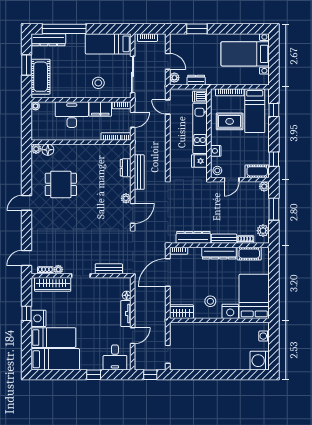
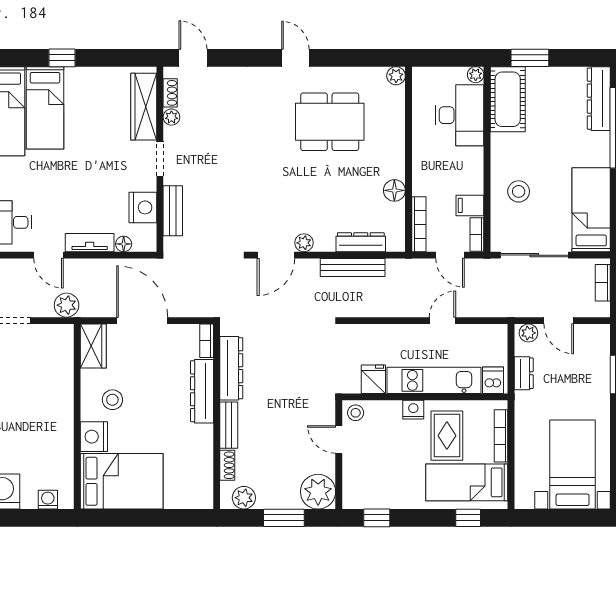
door: (168, 61) -> (559, 321), hinge flipped
window: (26, 65) -> (530, 58), moved
cot: (41, 77) -> (508, 99), moved, turned 90
door: (168, 107) -> (443, 321), moved
filing cabinet: (100, 109) -> (470, 205), width x0.50
desk: (72, 115) -> (460, 115), moved
floor lamp: (48, 150) -> (394, 190), moved
nightstand: (216, 151) -> (413, 410), moved
dresser: (126, 168) -> (361, 242), width x1.44
cot: (257, 171) -> (354, 487), removed
dining table: (61, 184) -> (330, 122), width x1.38
plant: (264, 186) -> (318, 492), width x1.88, depth x1.88
door: (133, 213) -> (276, 255), hinge flipped
dresser: (219, 253) -> (202, 391), moved
cot: (249, 254) -> (201, 472), removed
door: (168, 272) -> (142, 321), moved
window: (26, 313) -> (62, 58), moved
nightstand: (39, 318) -> (143, 207), moved, turned 90
plant: (159, 326) -> (67, 305), added

